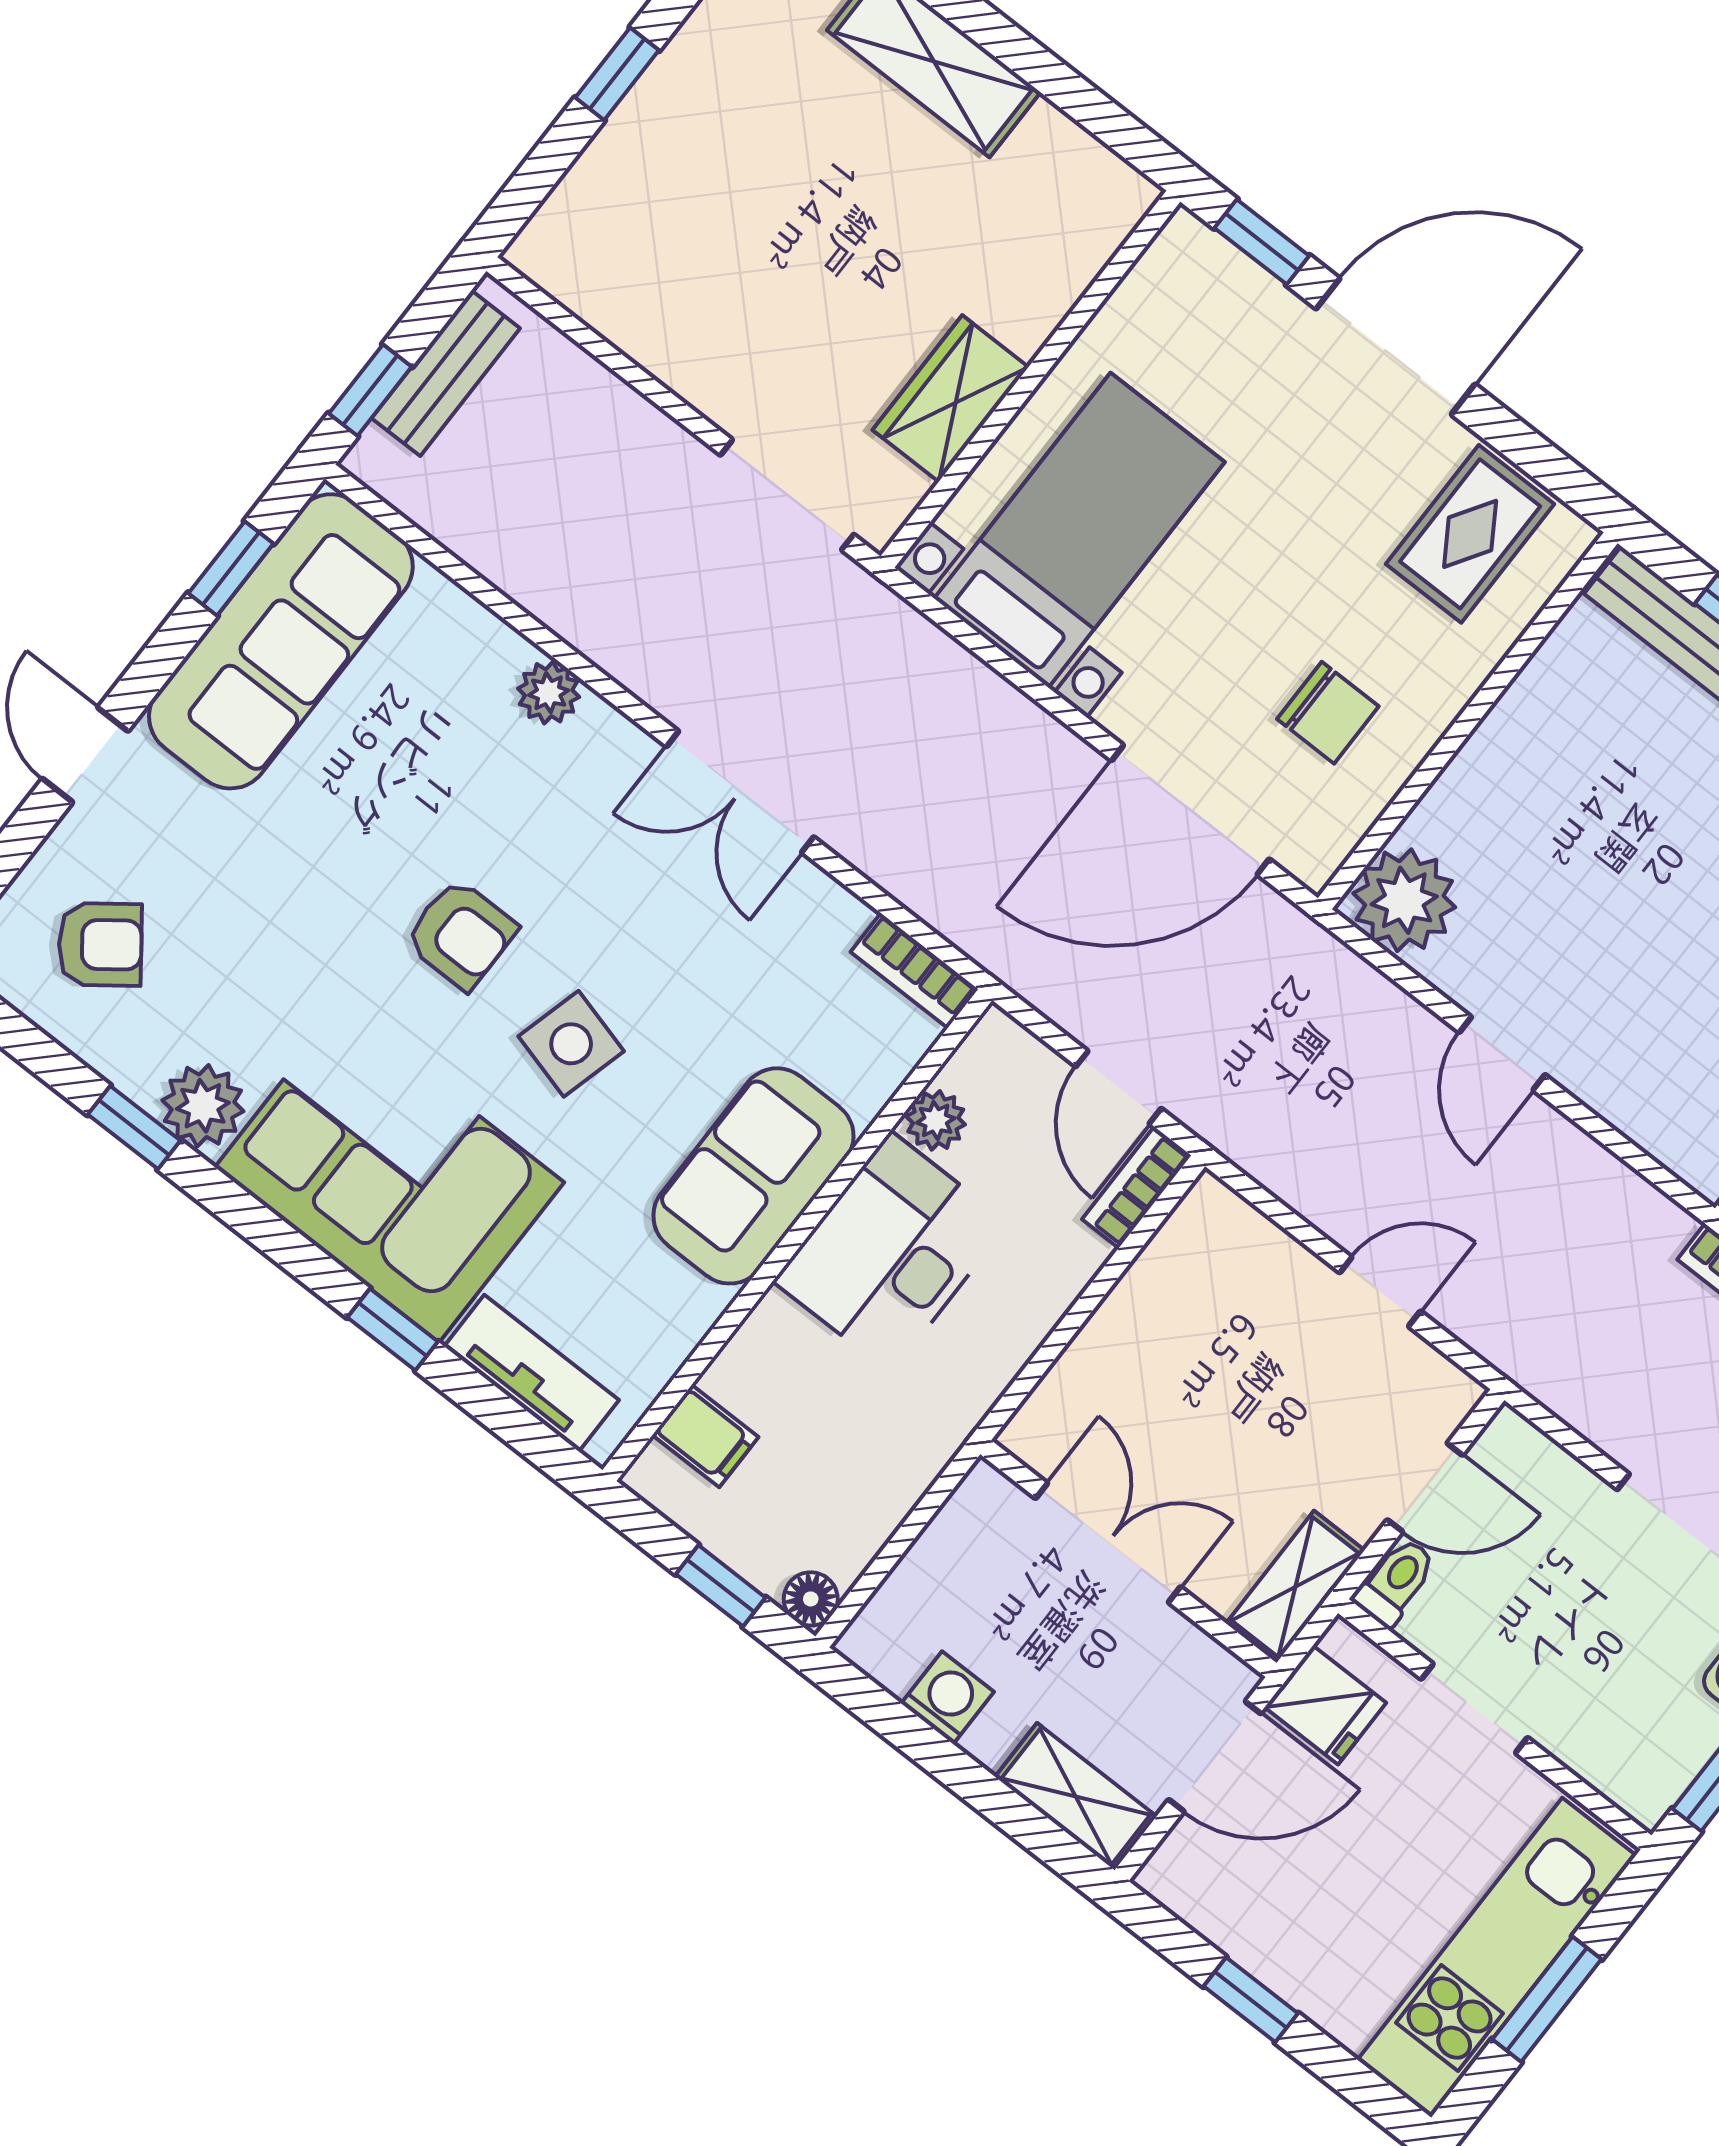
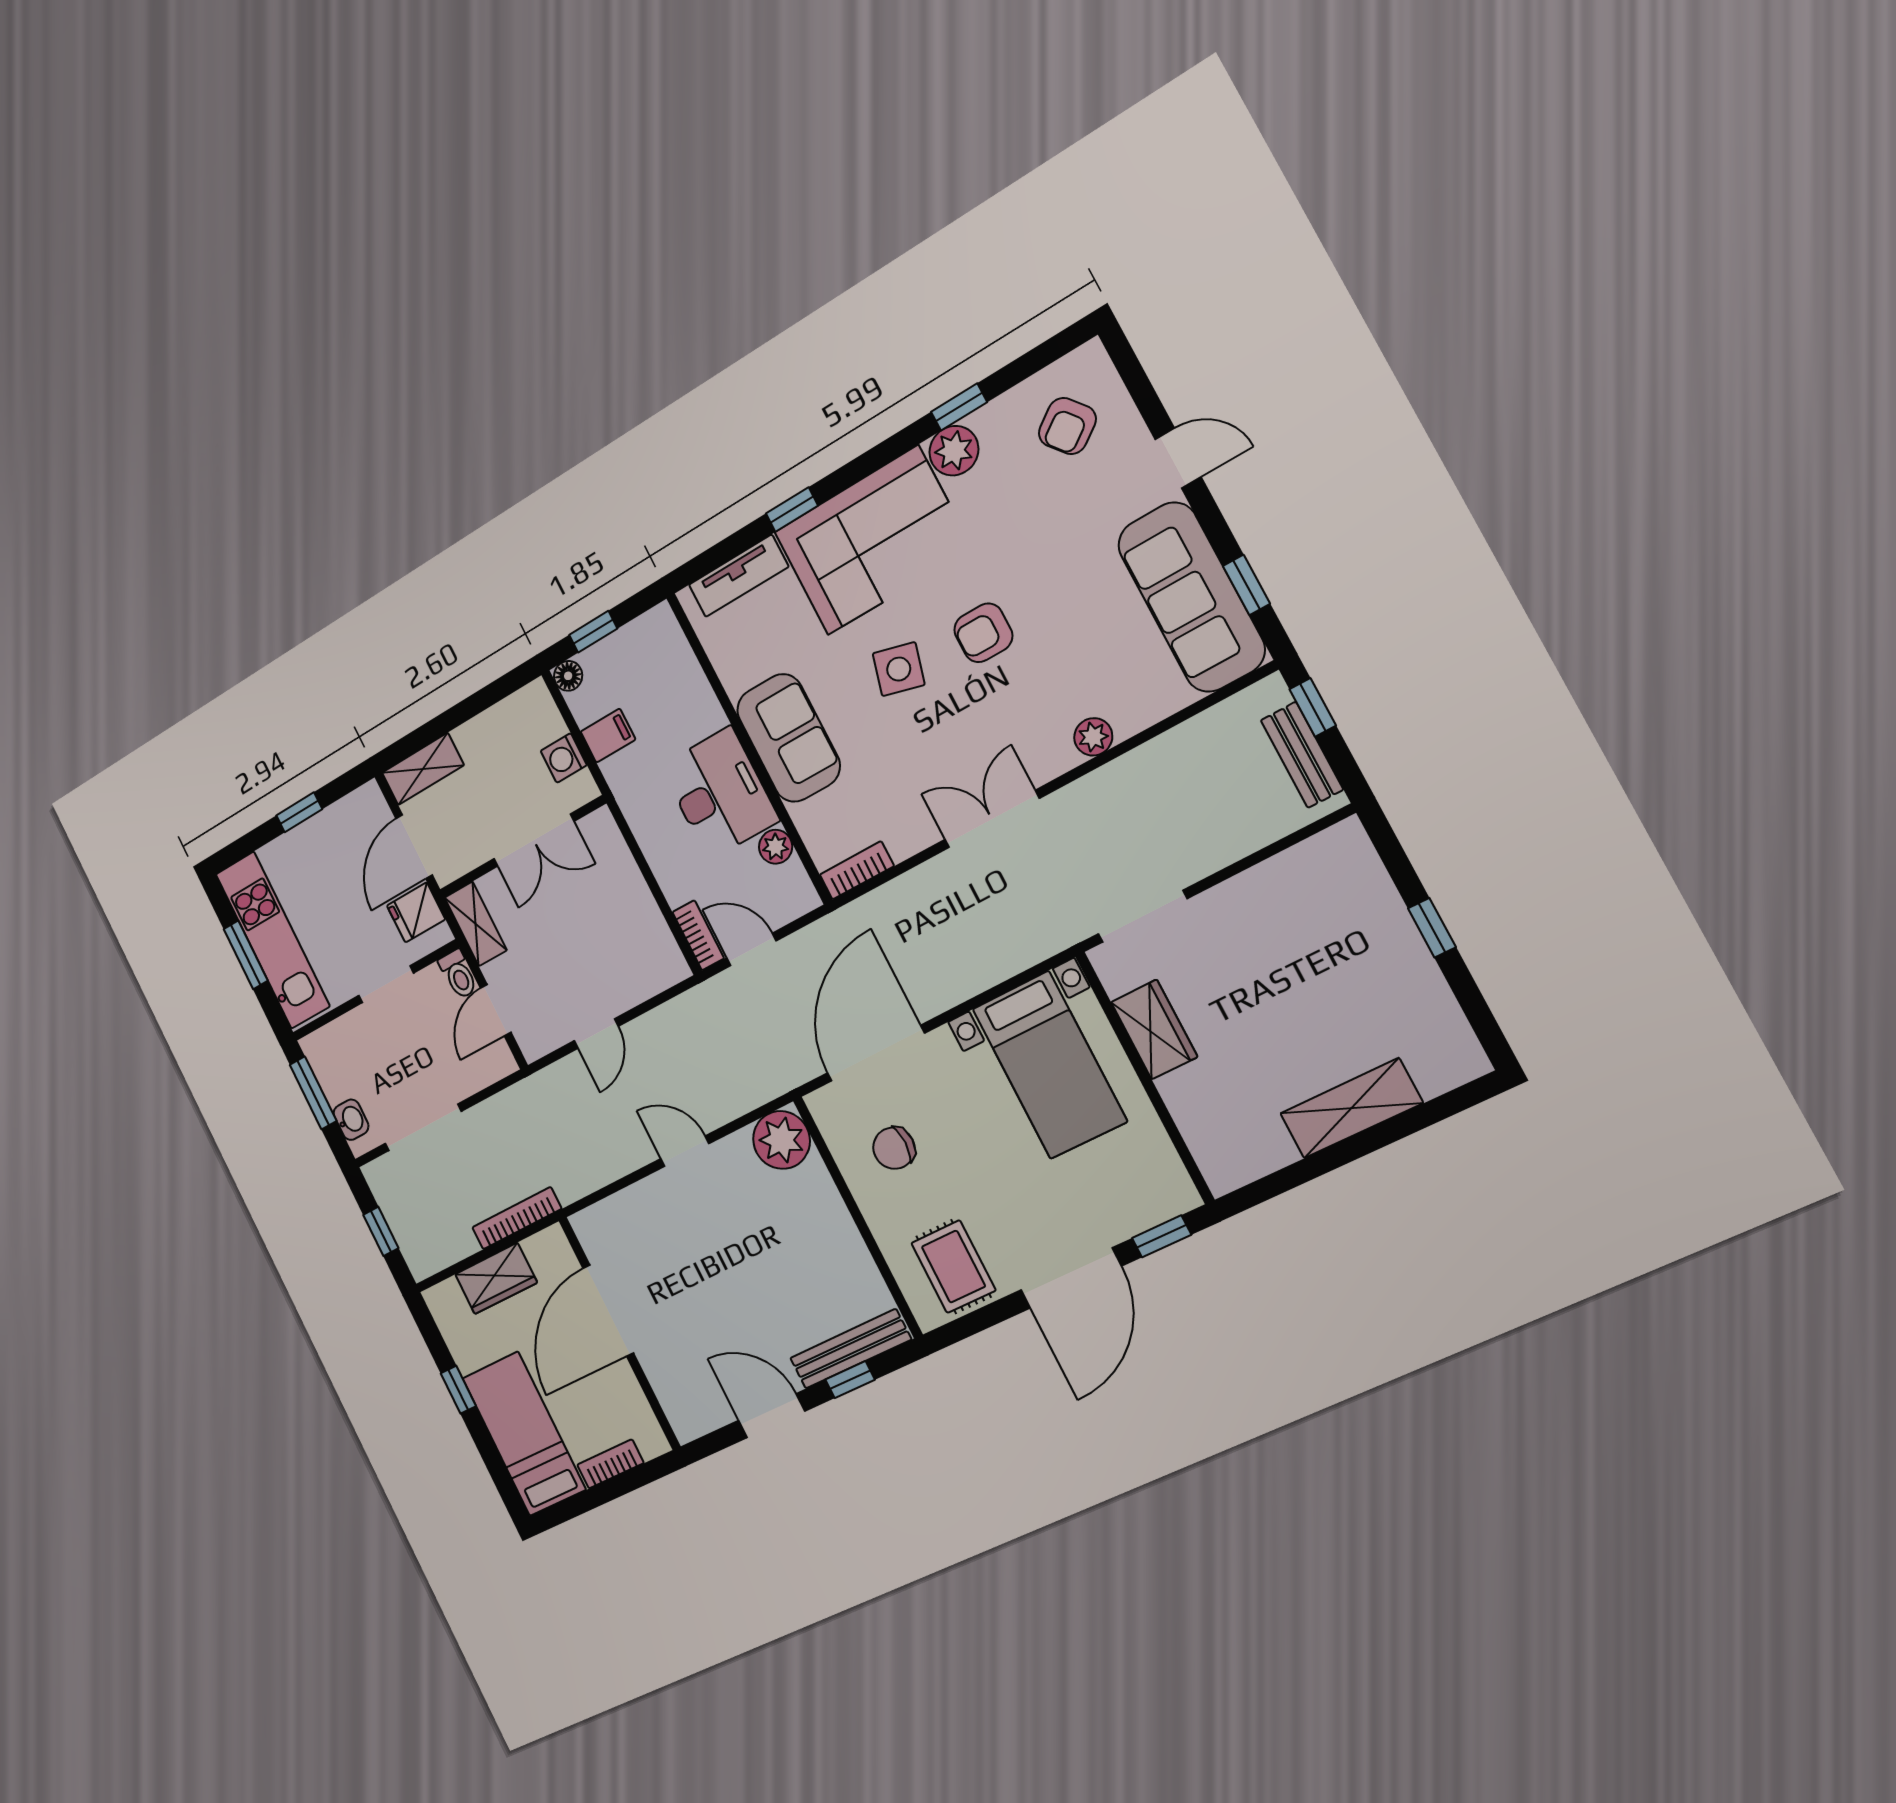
filing cabinet: (705, 1436) -> (608, 736), moved, turned 180
washing machine: (948, 1698) -> (564, 758), moved, turned 90

